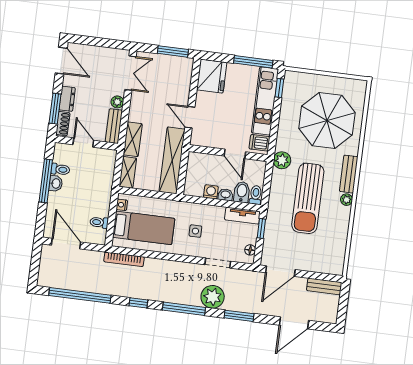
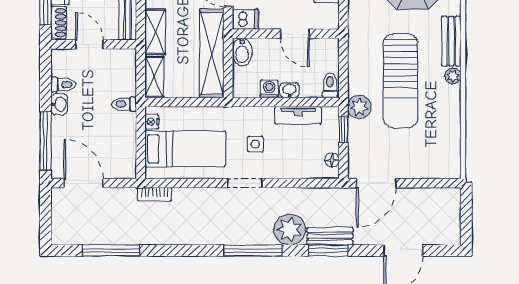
dishwasher: (260, 143) -> (245, 19), moved, turned 180
plant: (282, 160) -> (359, 107), moved
window: (46, 181) -> (46, 141), moved
bidet: (242, 192) -> (242, 52), moved, turned 180
tv unit: (242, 216) -> (298, 115), moved
toilet: (99, 222) -> (124, 104), moved
bookcase: (124, 259) -> (154, 194), width x0.64
doorway: (218, 263) -> (245, 183), moved
bench: (324, 286) -> (330, 236), moved
window: (80, 295) -> (111, 250), width x0.68
window: (138, 303) -> (191, 250), removed

